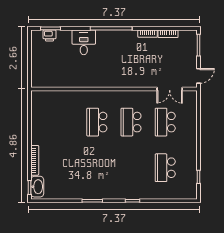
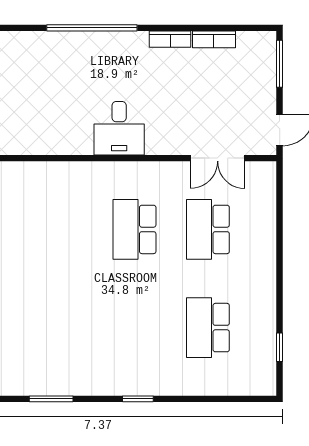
desk: (84, 42) -> (119, 128), moved, turned 180
school desk: (97, 122) -> (61, 229), removed

